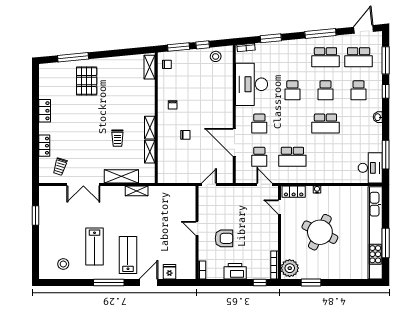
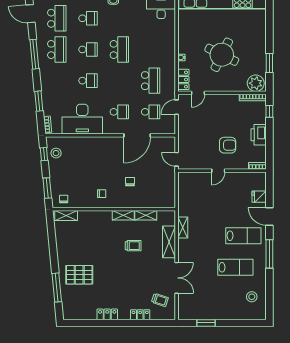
window: (203, 45) -> (44, 154), moved
armchair: (224, 238) -> (228, 145), turned 90
lab bench: (128, 255) -> (243, 236), turned 180

